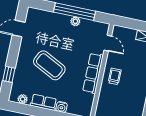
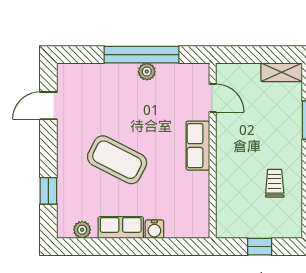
row of seats: (93, 73) -> (198, 146), width x0.68
trolley: (115, 76) -> (275, 183), moved

